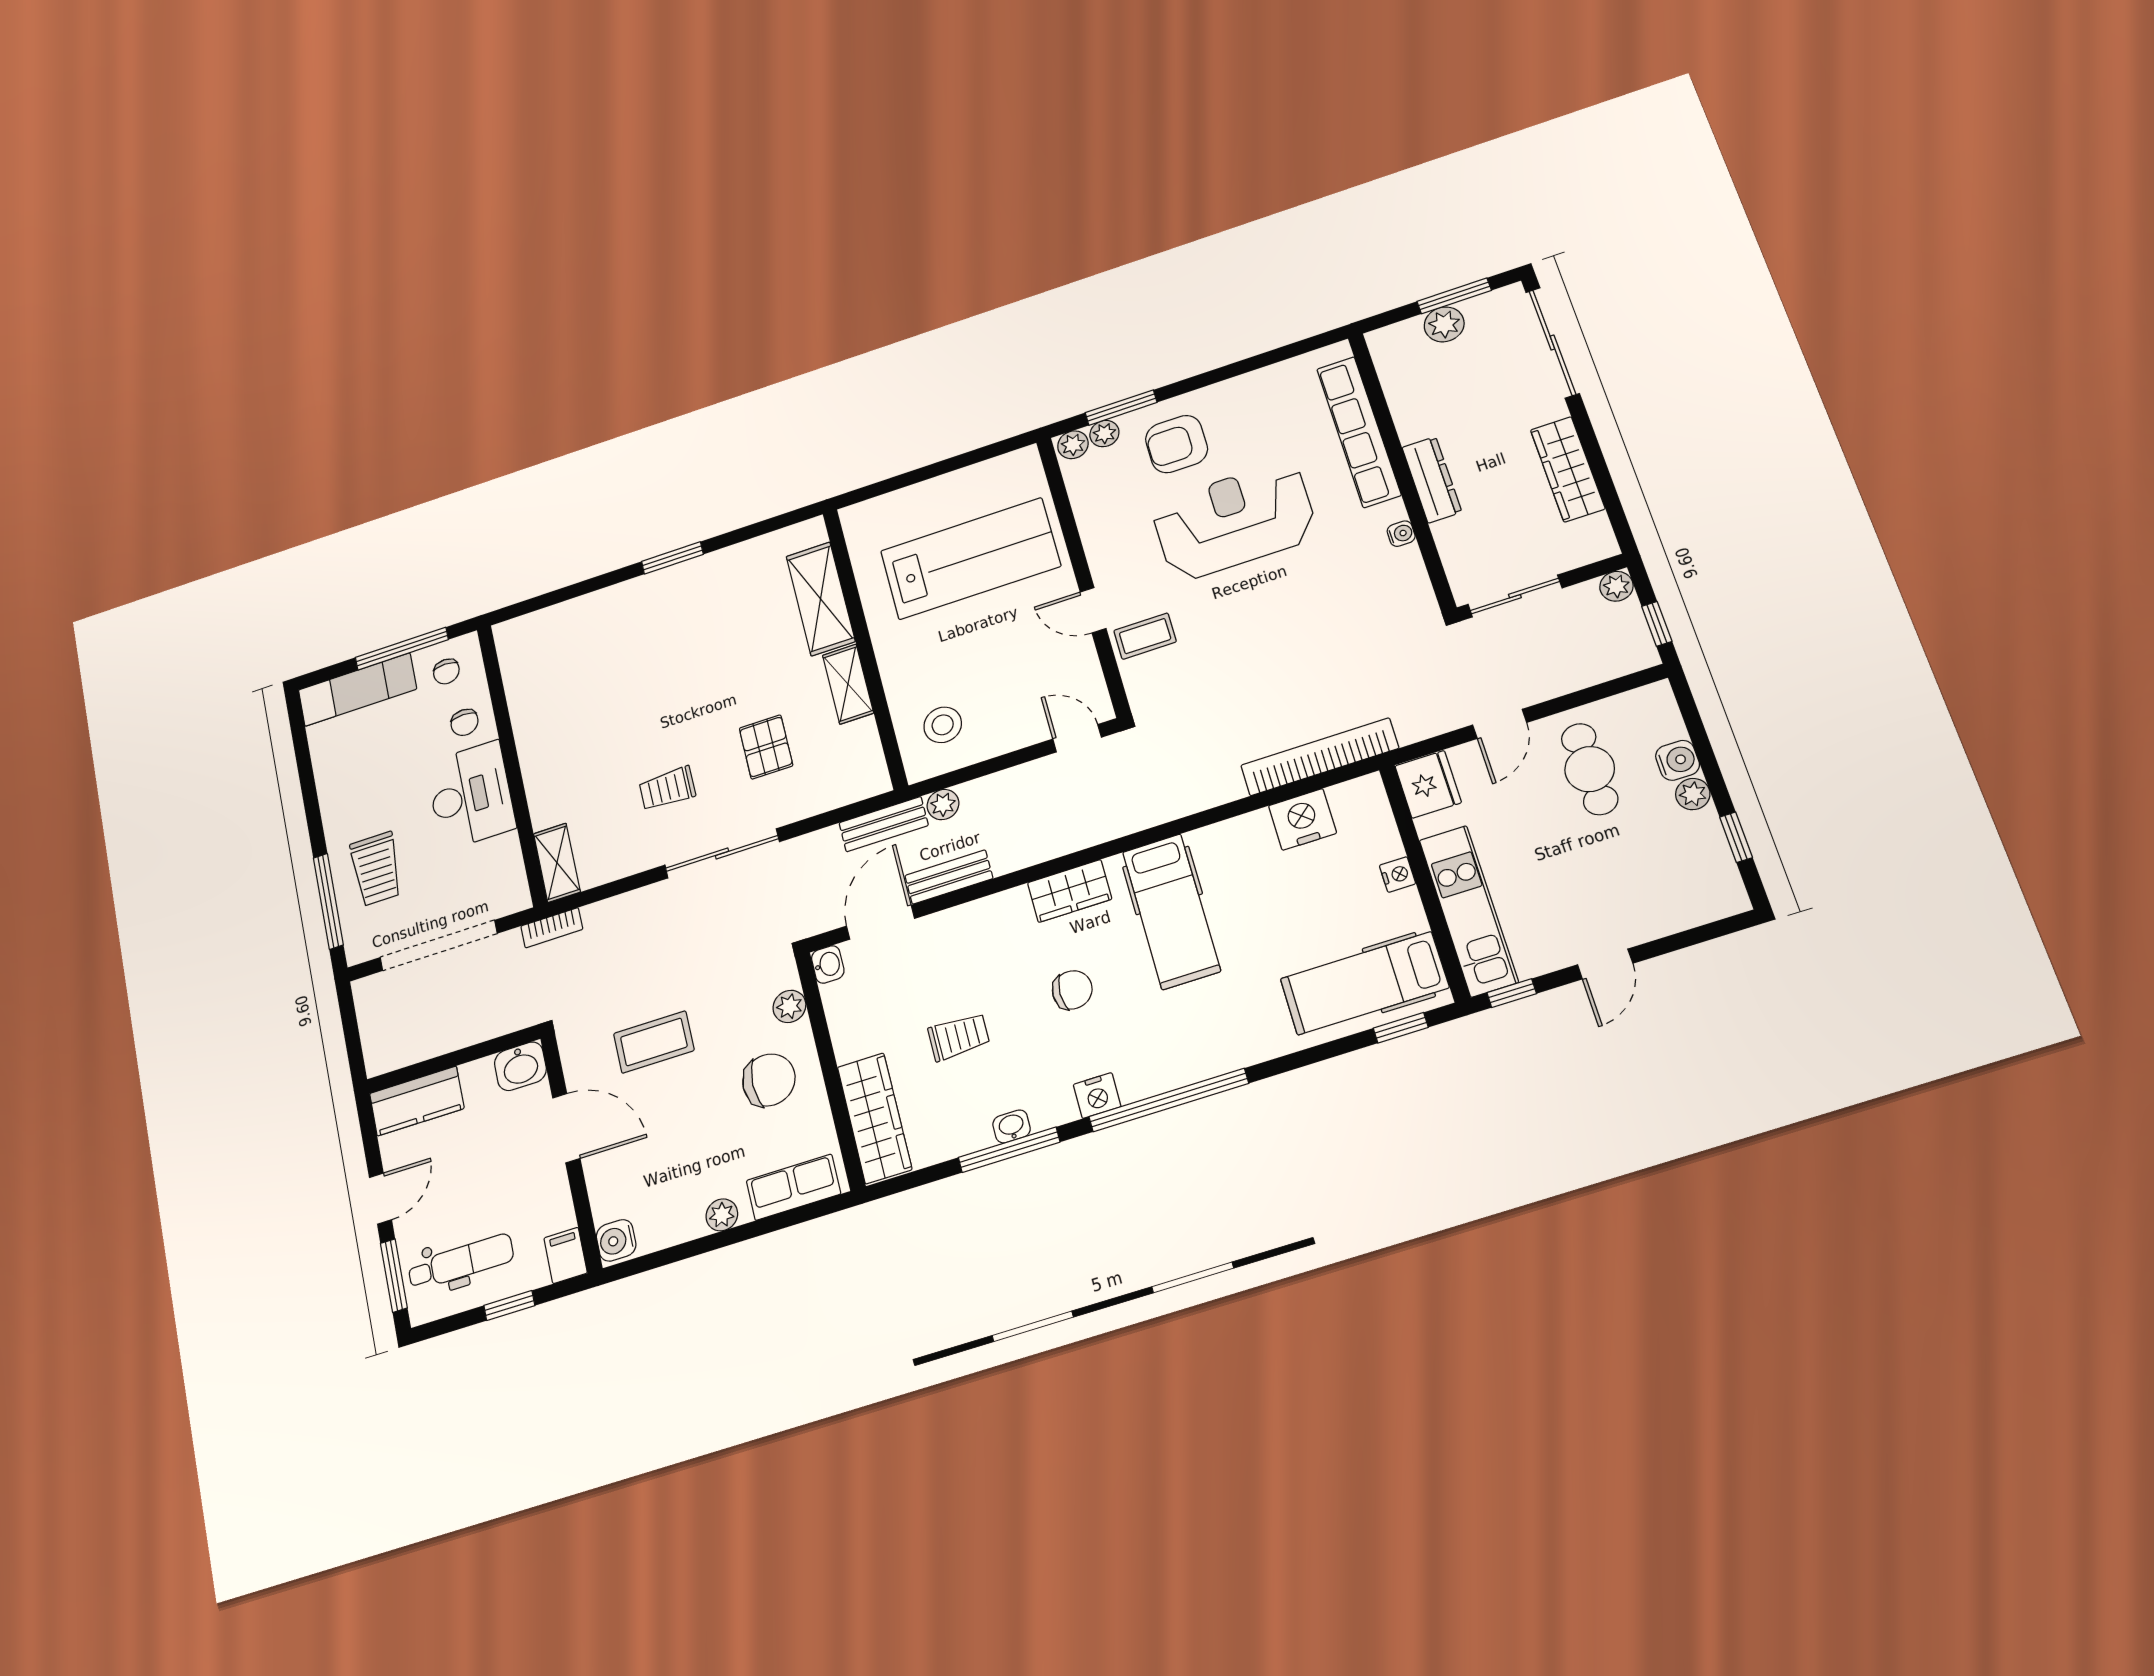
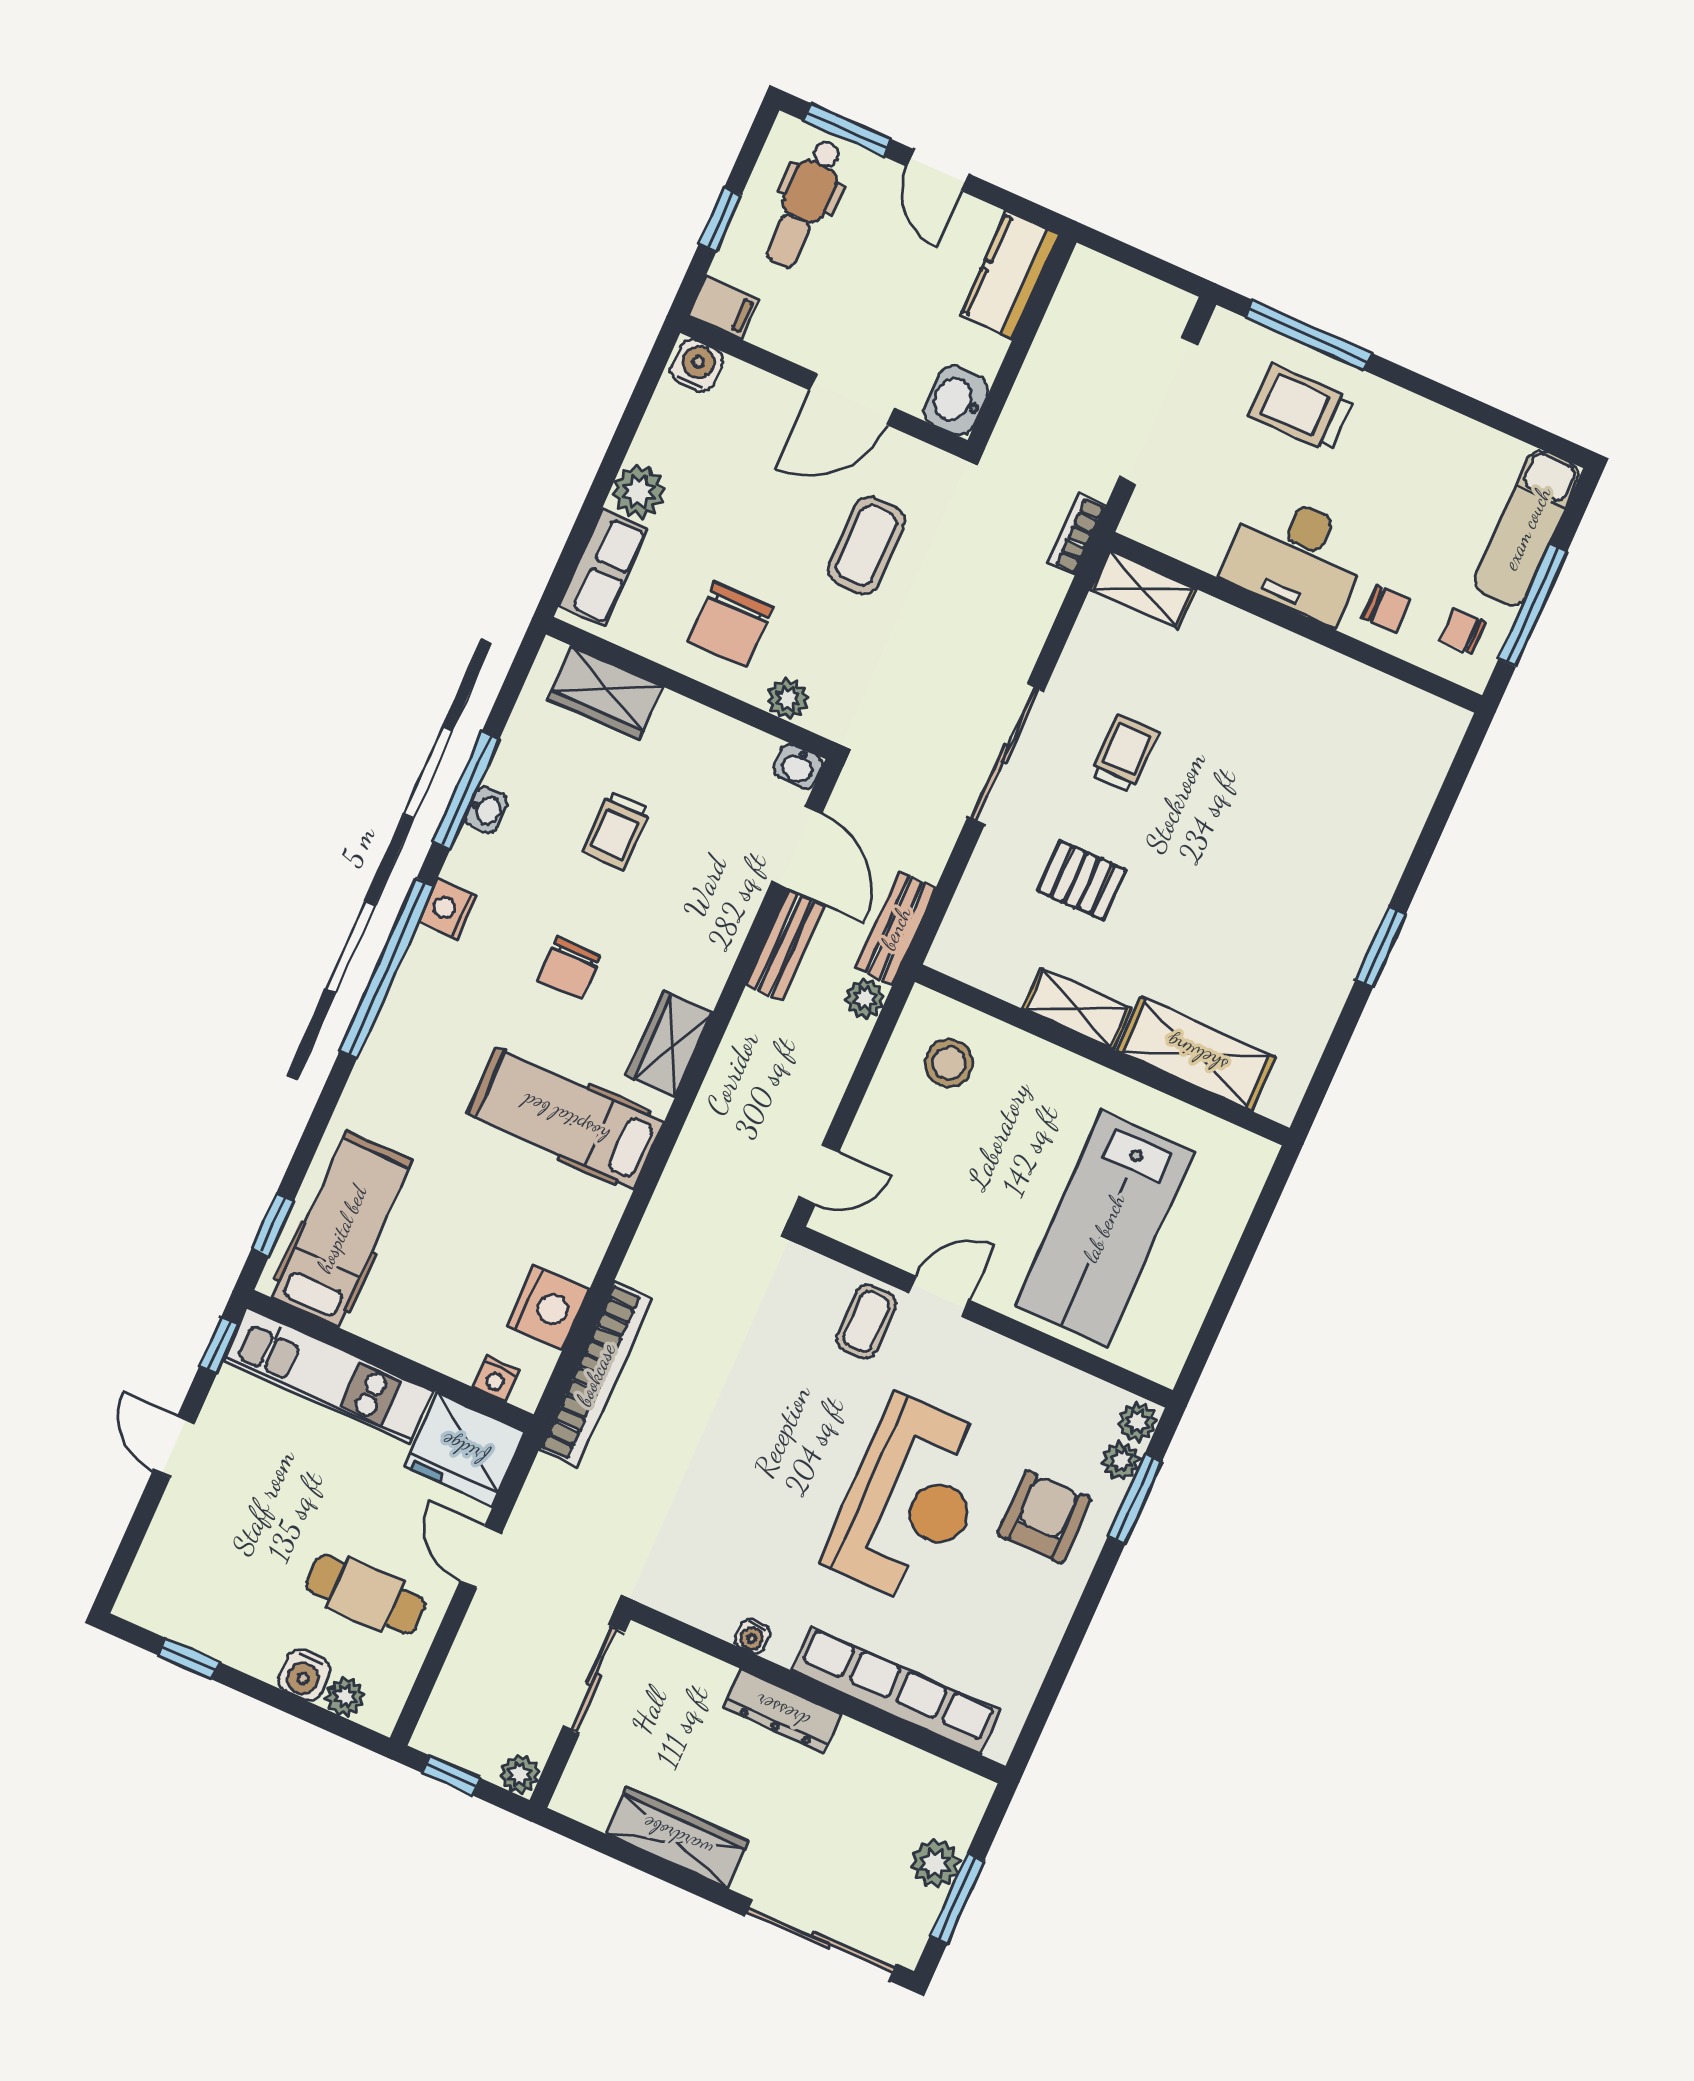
chair: (465, 722) -> (1386, 609), turned 180
fridge: (1428, 784) -> (464, 1449), width x1.36, depth x1.34
plant: (1693, 794) -> (345, 1697), moved
nightstand: (1398, 875) -> (496, 1379), moved
wardrobe: (875, 1118) -> (605, 693), width x0.67
plant: (722, 1215) -> (639, 492), width x1.38, depth x1.38

